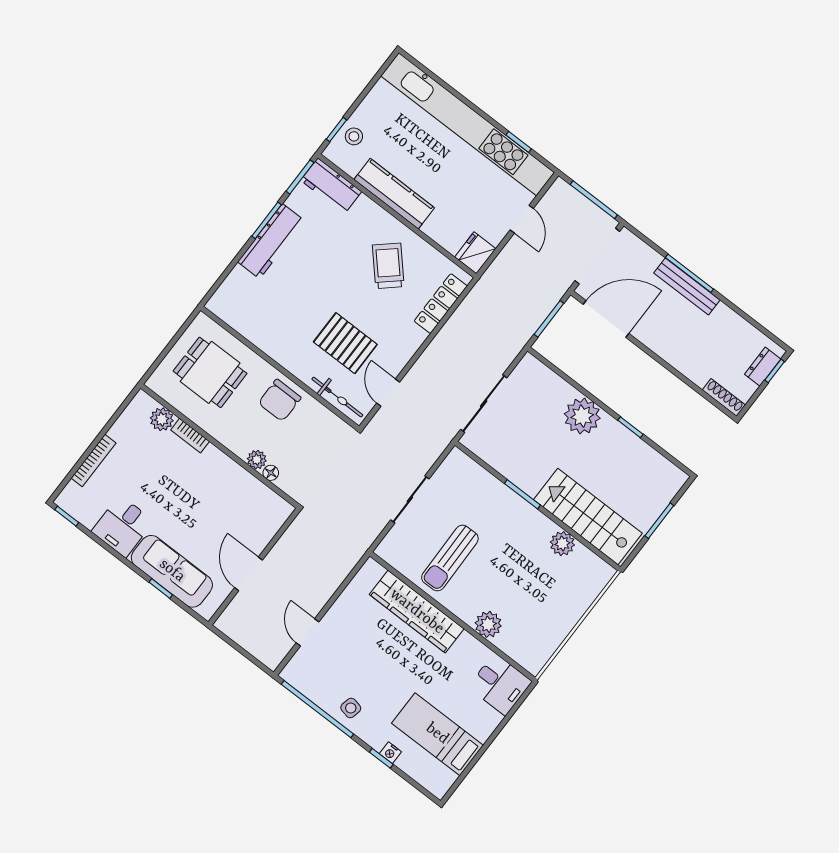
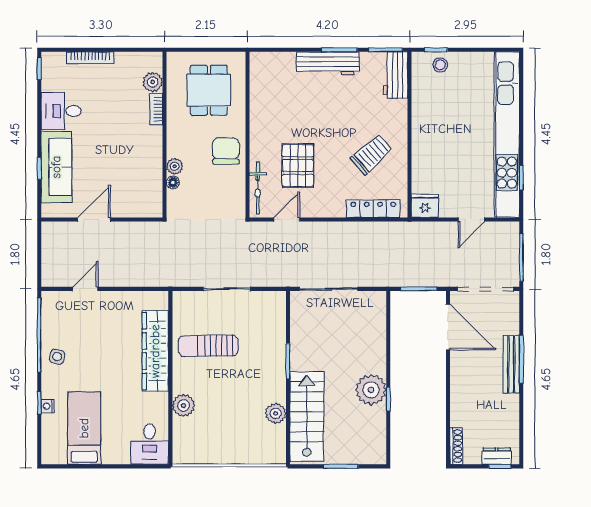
kitchen counter: (394, 194) -> (423, 121), removed
chair: (280, 400) -> (226, 151), turned 90
plant: (582, 416) -> (371, 390), moved

